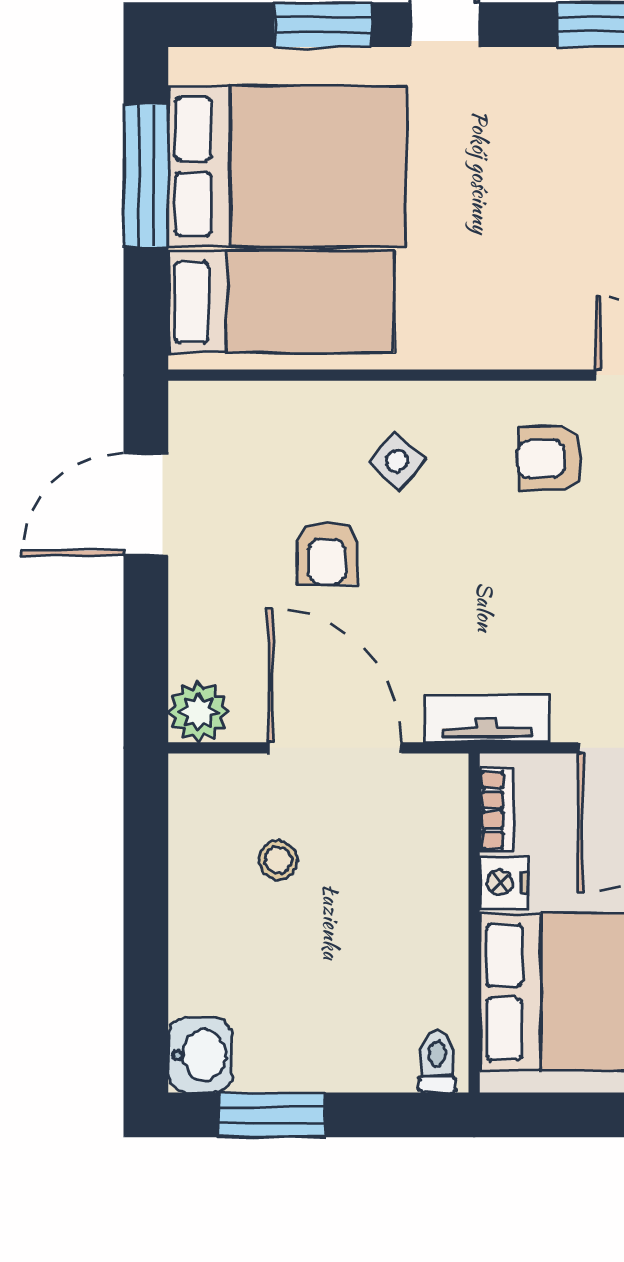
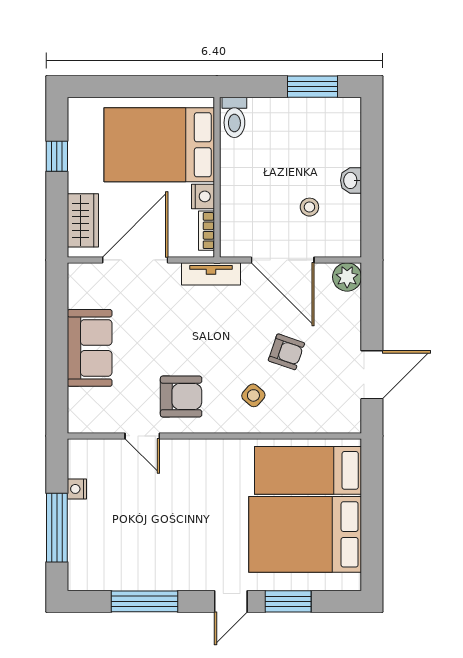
window: (146, 176) -> (372, 530), removed
armchair: (550, 459) -> (181, 396), width x1.38, depth x1.38
armchair: (327, 553) -> (286, 352), turned 109
washbasin: (200, 1055) -> (351, 180), moved, width x0.72, depth x0.69
toilet: (437, 1062) -> (234, 117), width x1.37, depth x1.39

